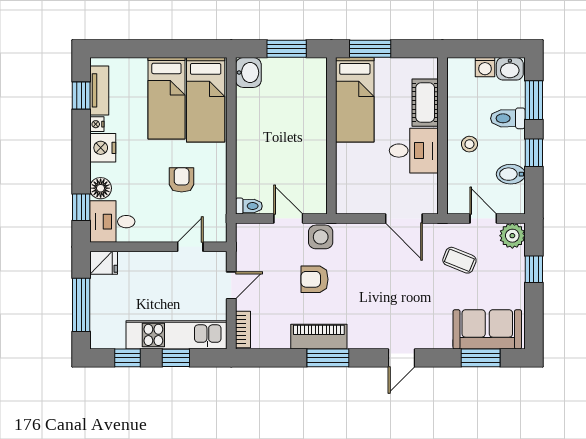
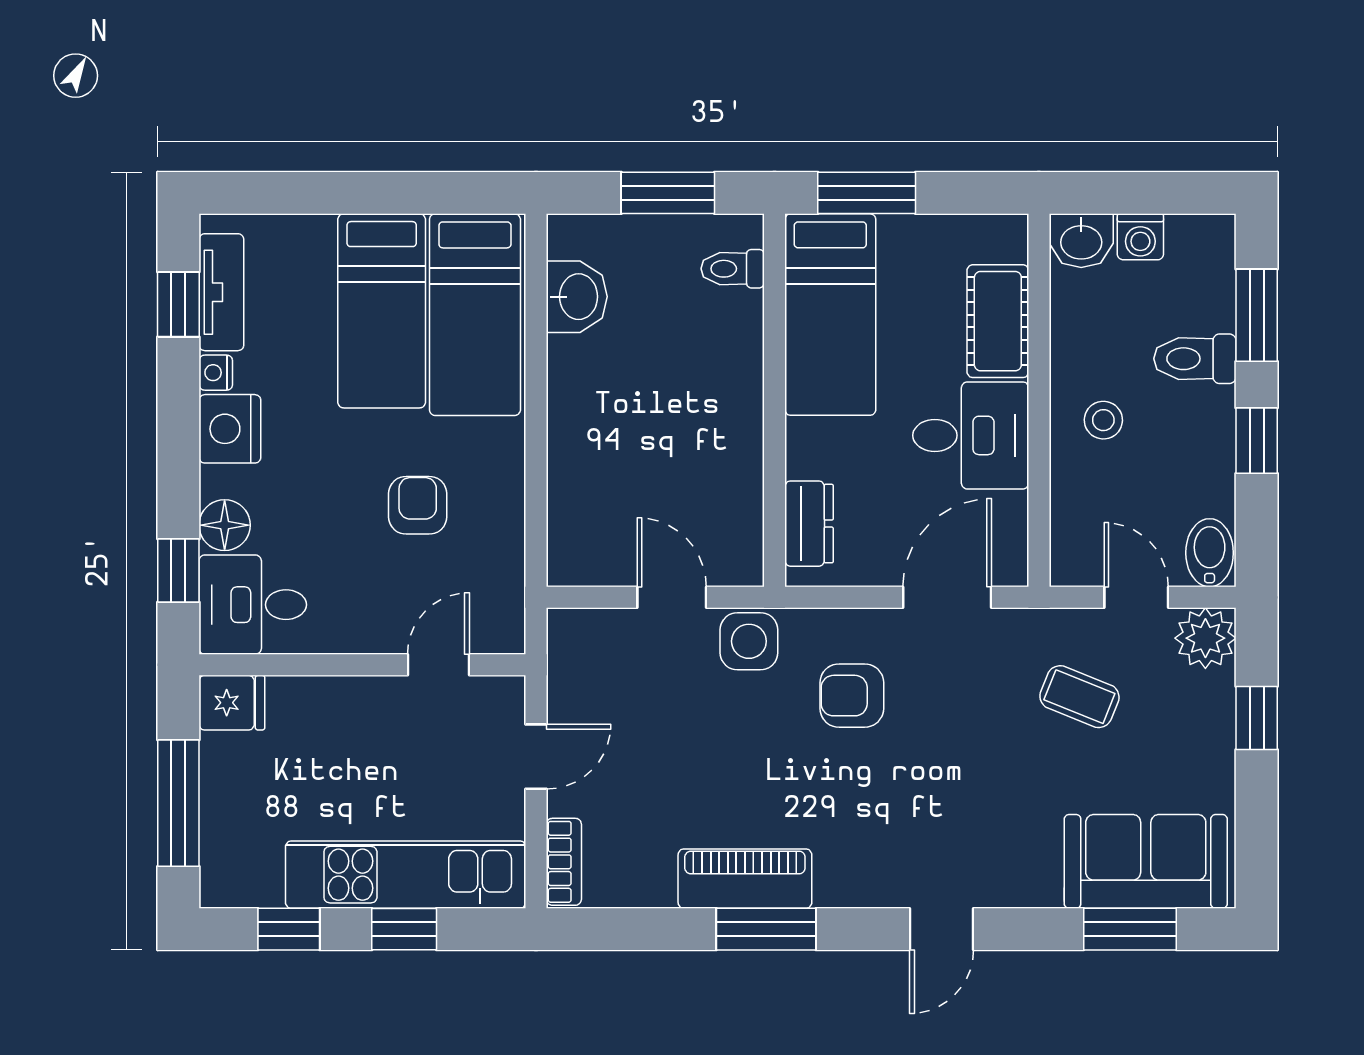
washbasin: (510, 69) -> (1081, 241), moved
washbasin: (248, 73) -> (577, 297), moved
bidet: (511, 174) -> (1210, 553), moved, turned 90
dresser: (346, 188) -> (809, 524), added
toilet: (249, 206) -> (733, 269), moved, turned 180
door: (404, 219) -> (947, 597), swing flipped
armchair: (315, 279) -> (852, 696), moved

